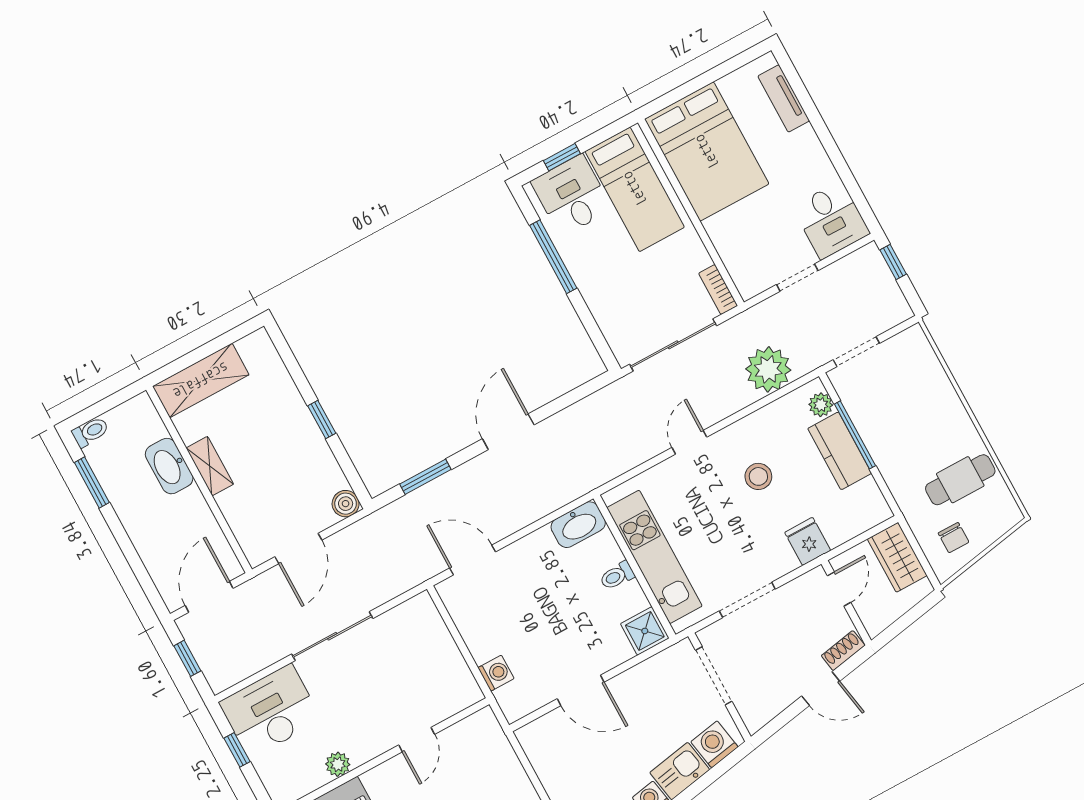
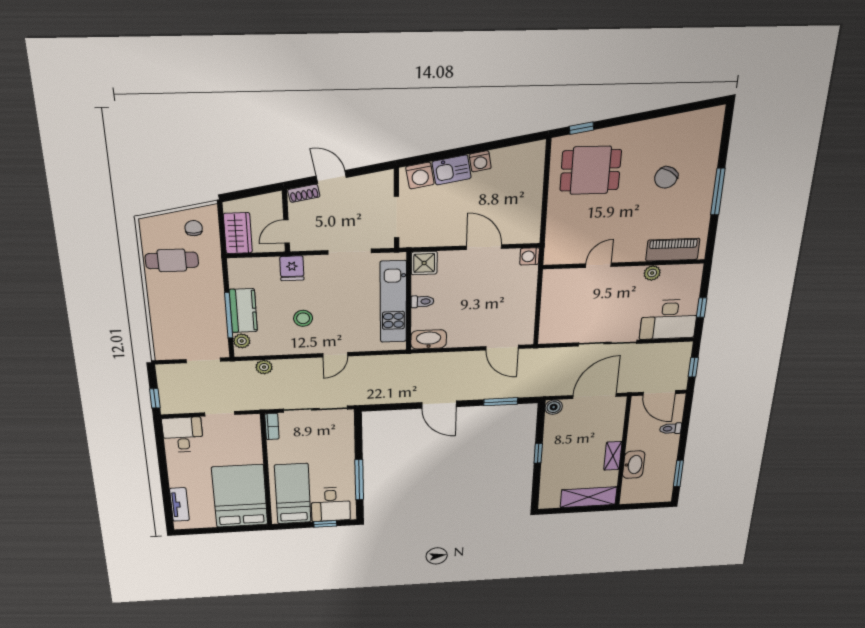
plant: (768, 369) -> (264, 367), width x0.53, depth x0.53
toilet: (90, 432) -> (671, 429), moved
door: (508, 432) -> (439, 405), hinge flipped
door: (298, 548) -> (595, 396), width x1.36
door: (209, 597) -> (659, 393), hinge flipped
washing machine: (496, 673) -> (530, 256), moved

